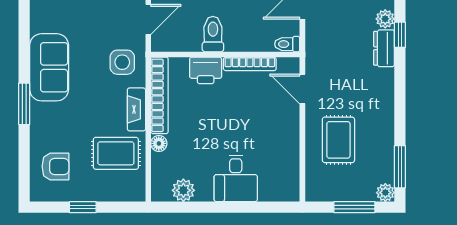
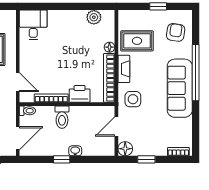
toilet: (213, 34) -> (62, 117), moved
sofa: (49, 67) -> (180, 88), width x1.36
window: (24, 104) -> (196, 73), width x2.11
armchair: (55, 166) -> (176, 32), turned 98
desk: (236, 178) -> (33, 25), moved

